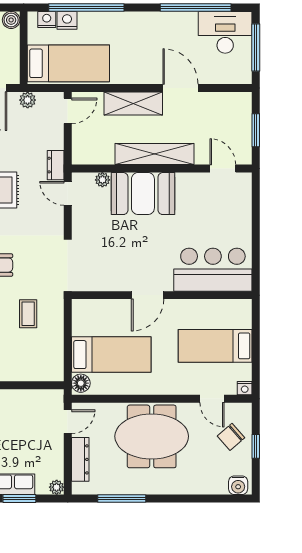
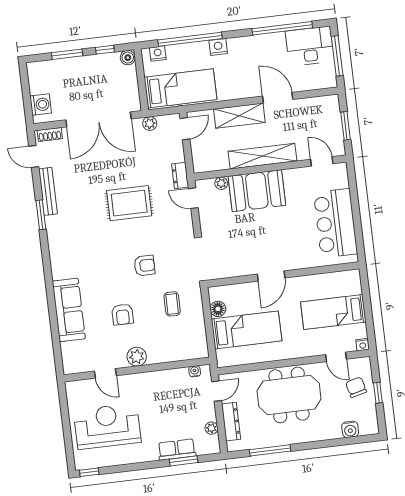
nightstand: (67, 20) -> (218, 47), moved
bar counter: (213, 270) -> (336, 223), moved, turned -90
floor lamp: (81, 383) -> (218, 309), moved
water cooler: (45, 396) -> (195, 371), added
chair: (231, 437) -> (356, 387), turned 117
water cooler: (238, 485) -> (350, 429), moved
plant: (57, 487) -> (211, 428), moved

